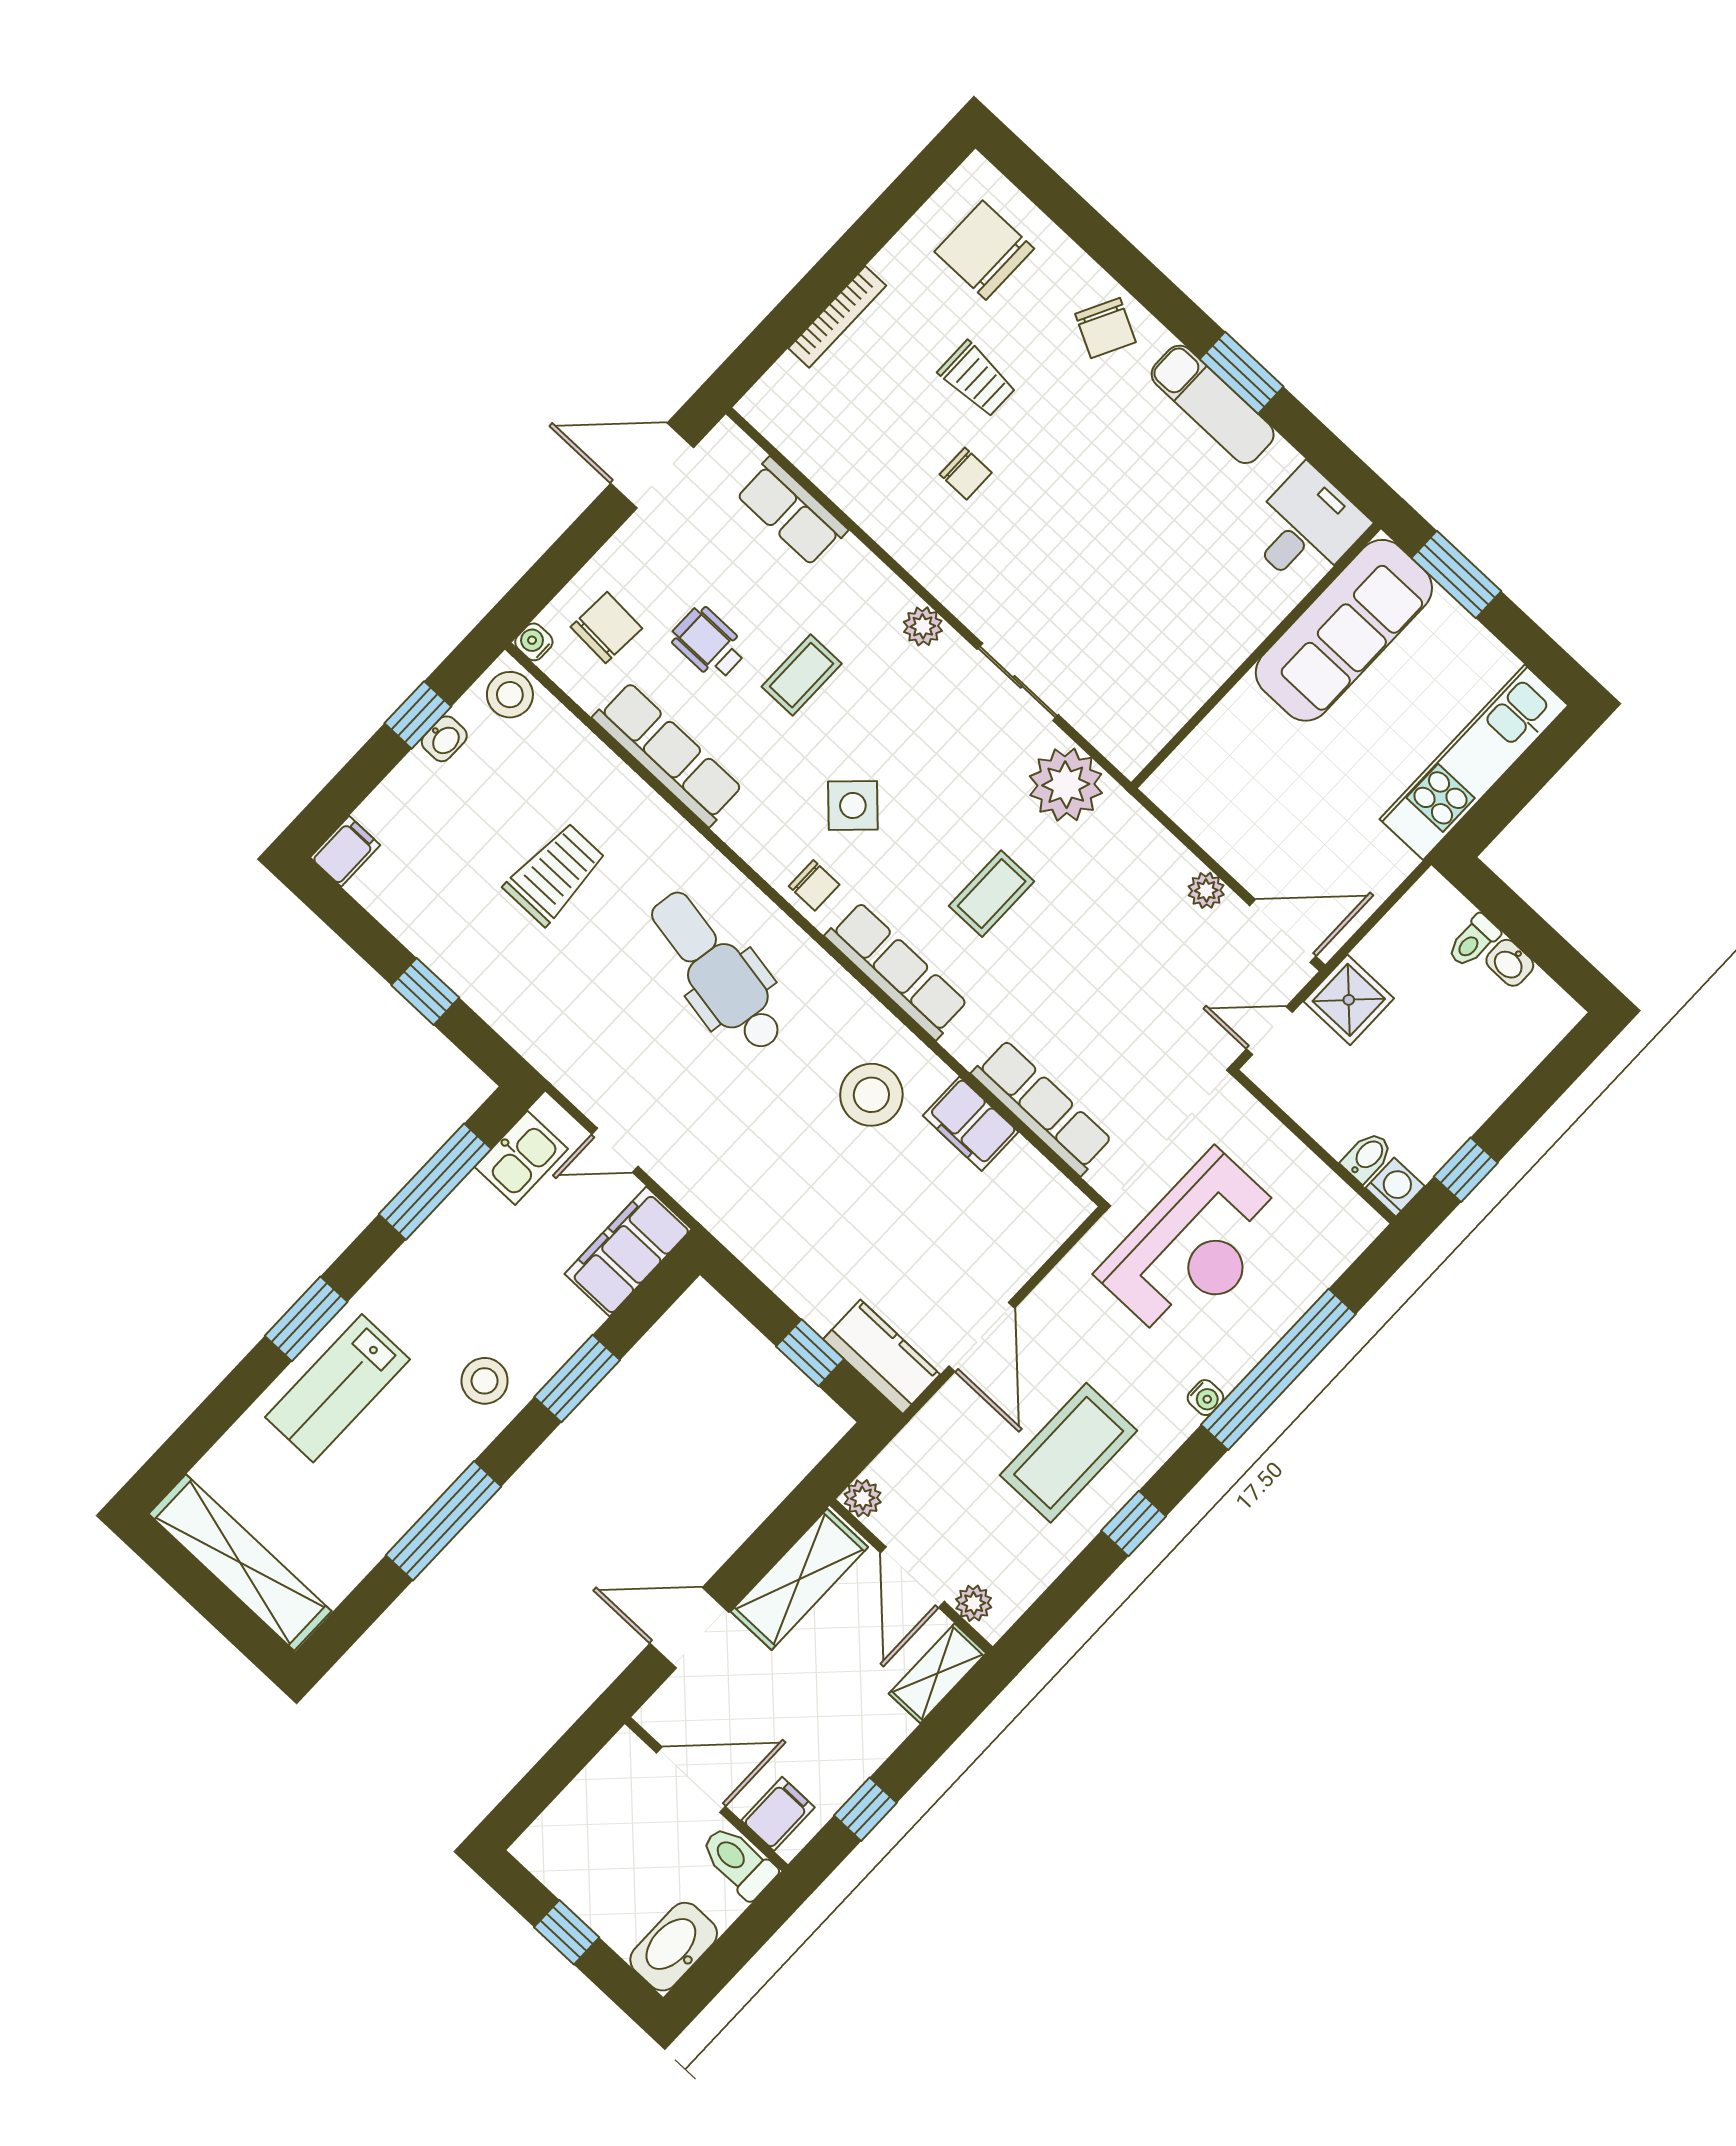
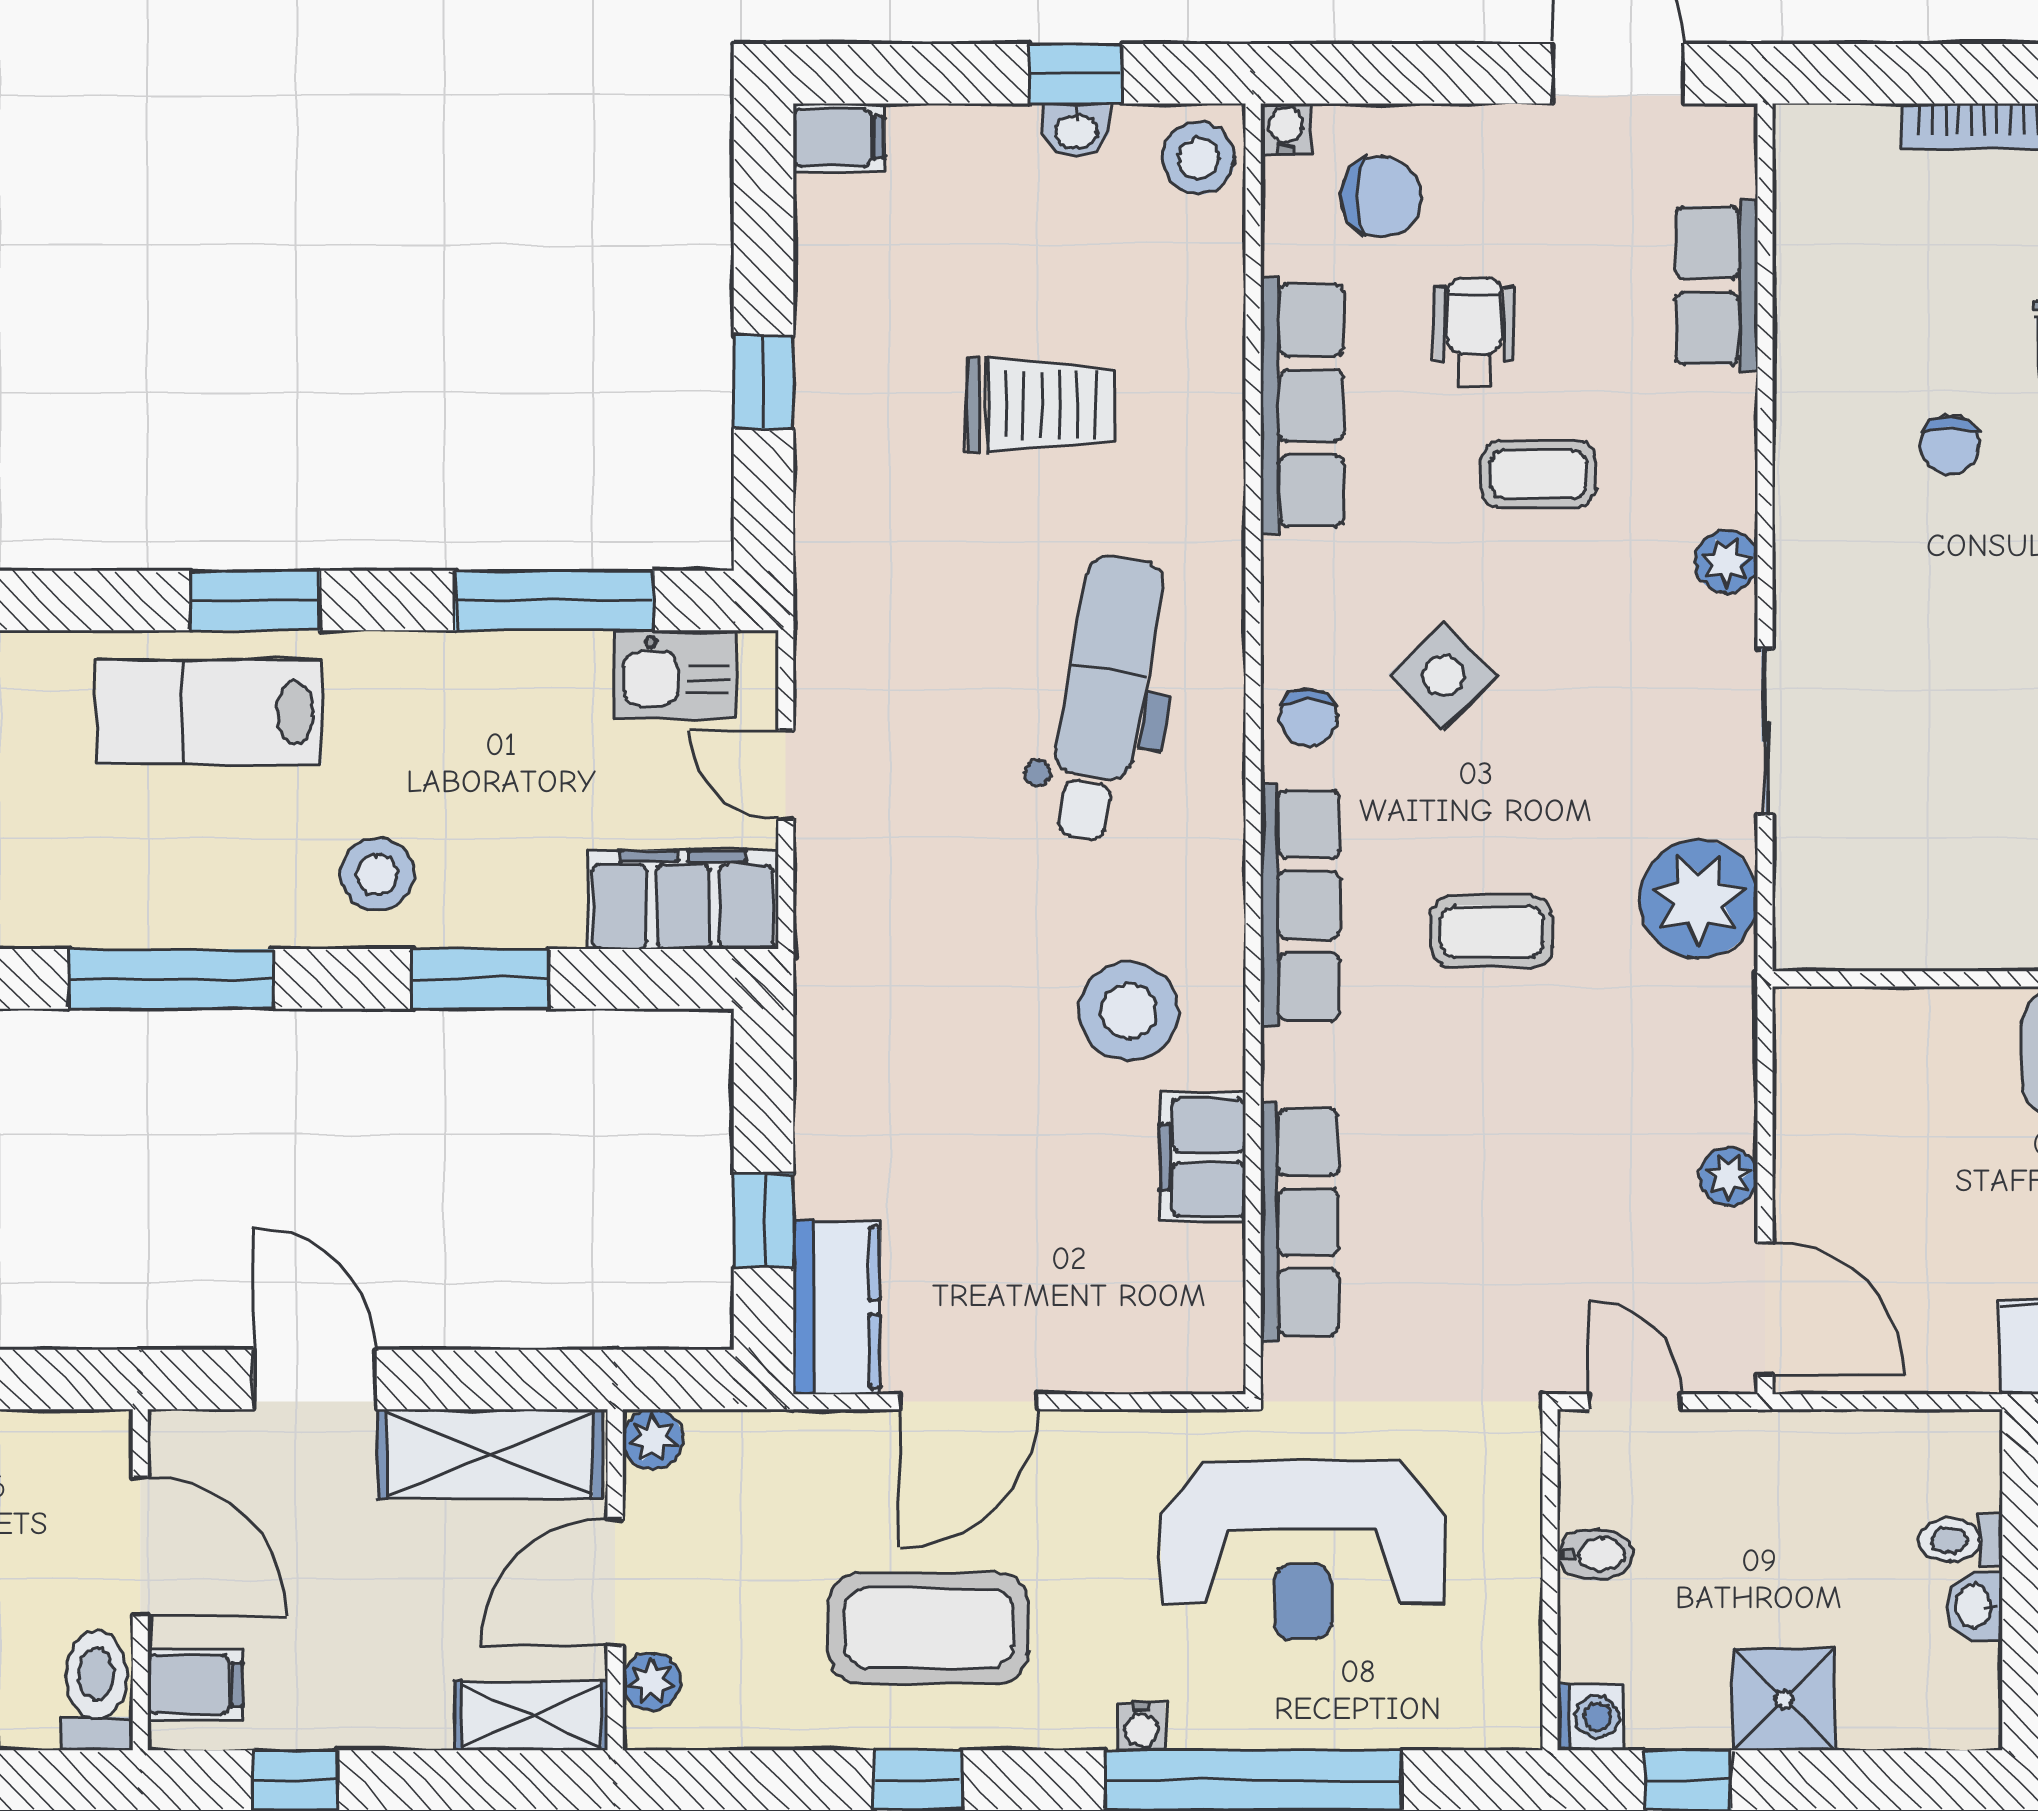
shower: (1349, 1000) -> (1784, 1699), moved
bidet: (1367, 1157) -> (1595, 1554), moved

